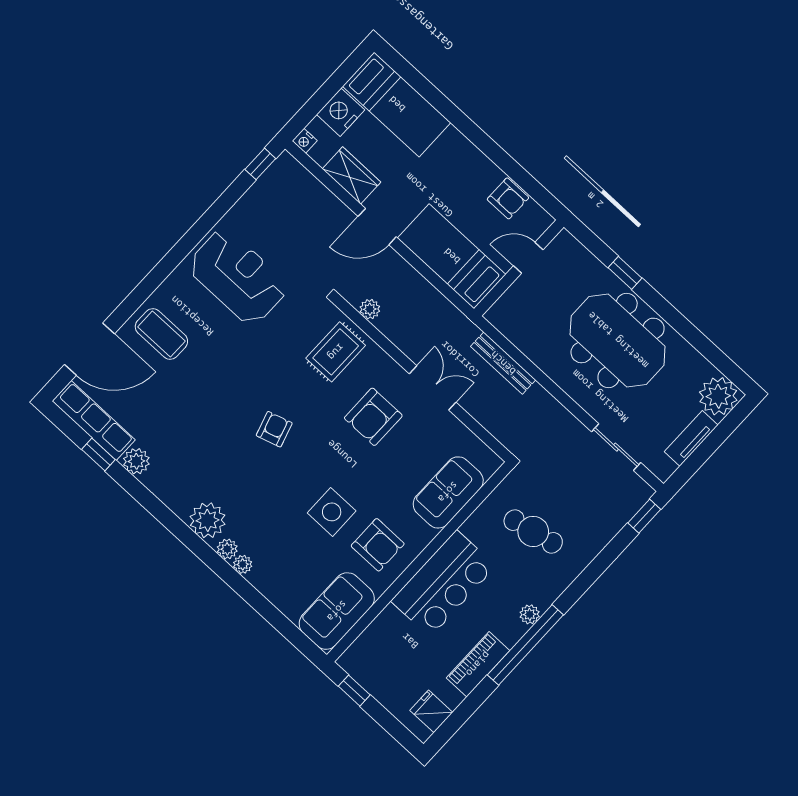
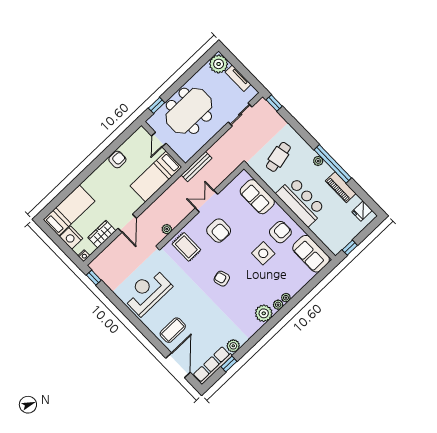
bed: (452, 256) -> (156, 176), moved
door: (528, 258) -> (159, 140), moved
wall: (519, 268) -> (163, 144), moved

